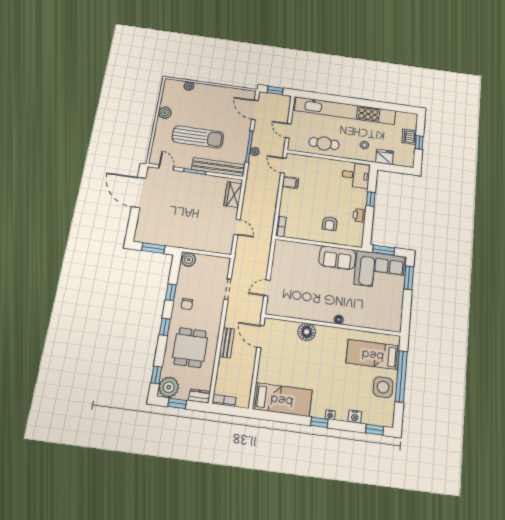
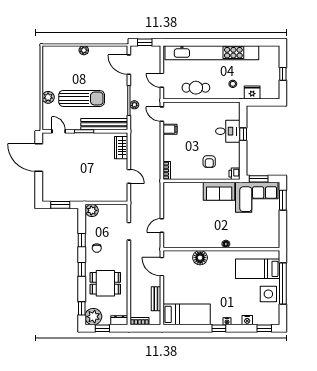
plant: (189, 86) -> (84, 50), moved
plant: (165, 113) -> (48, 97), moved
dishwasher: (409, 137) -> (273, 70), removed
desk: (356, 175) -> (228, 131), moved
printer: (359, 215) -> (235, 174), moved
bench: (227, 343) -> (156, 299), moved
dining table: (190, 348) -> (105, 283), turned 90

